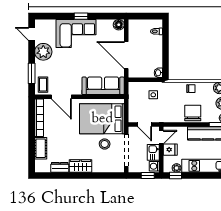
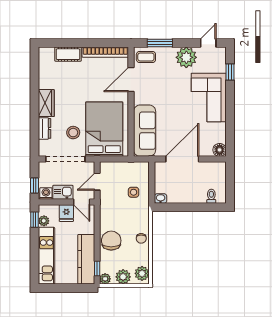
window: (81, 16) -> (230, 72), moved
chair: (193, 113) -> (111, 241), turned -90
dresser: (60, 167) -> (45, 128), moved

